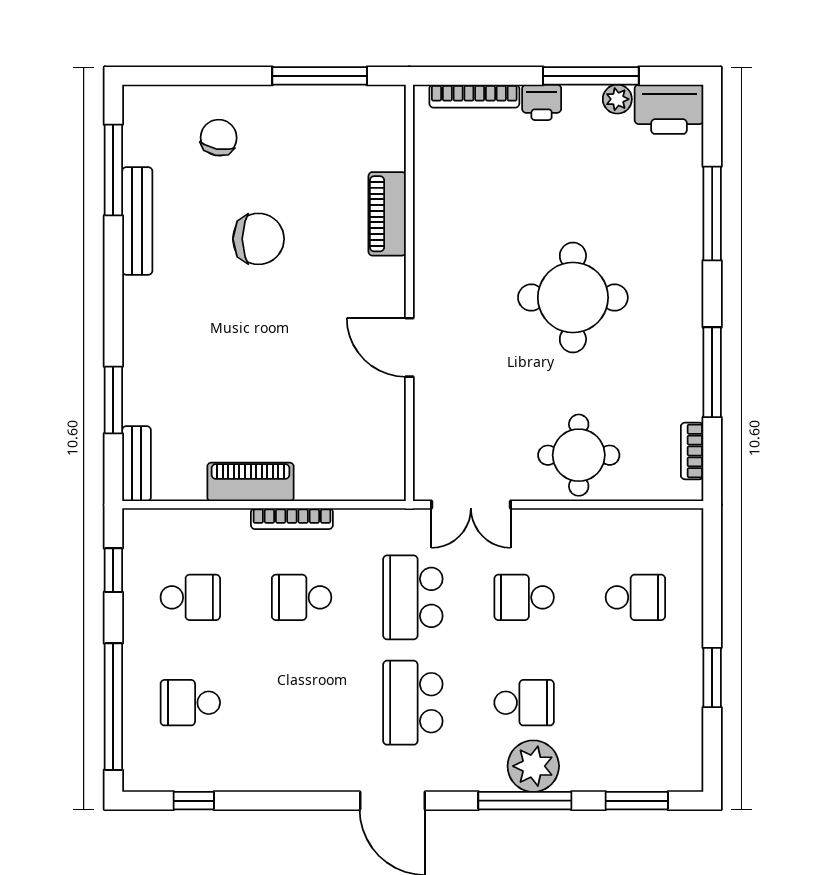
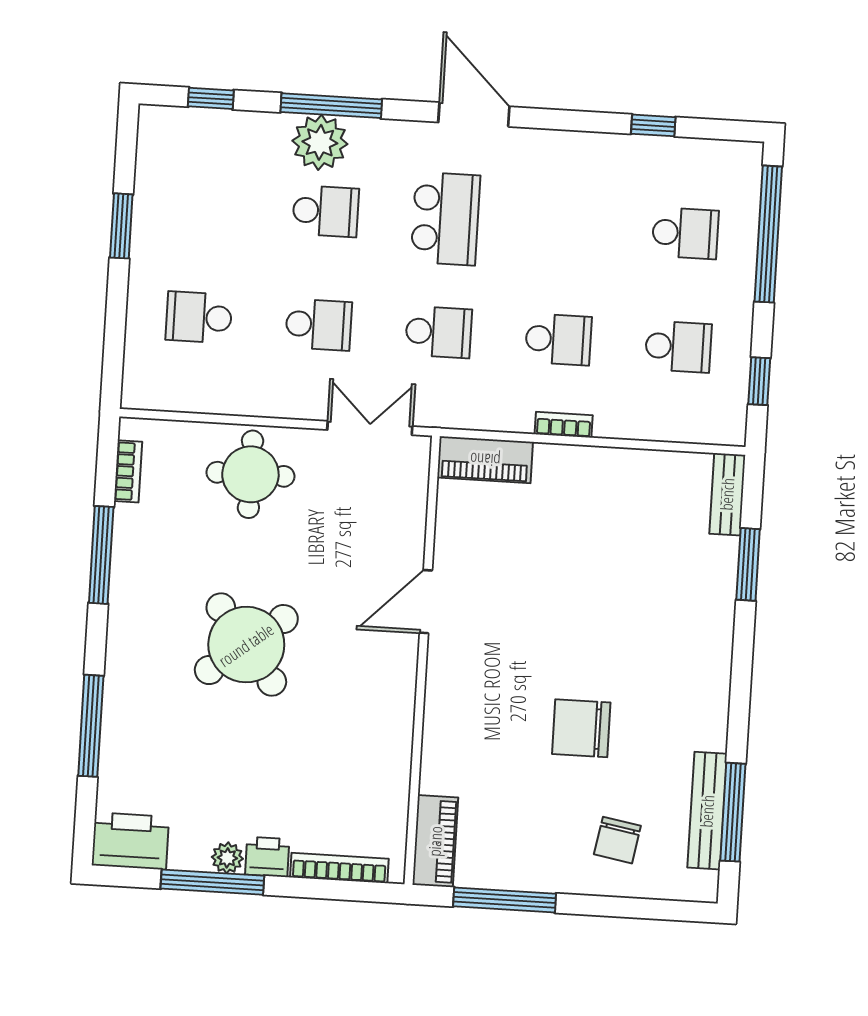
plant: (617, 99) -> (227, 858), moved
piano: (387, 214) -> (435, 841), moved
bench: (137, 221) -> (707, 811), moved
round table: (573, 298) -> (246, 645), turned -38
door: (409, 347) -> (426, 602), swing flipped
piano: (251, 482) -> (485, 460), moved
bookcase: (292, 519) -> (564, 425), width x0.64
school desk: (190, 597) -> (678, 347), turned 180
school desk: (413, 597) -> (439, 332), width x0.54
school desk: (524, 703) -> (326, 211), turned 180
window: (194, 801) -> (653, 125), moved
window: (637, 801) -> (211, 98), width x0.67

